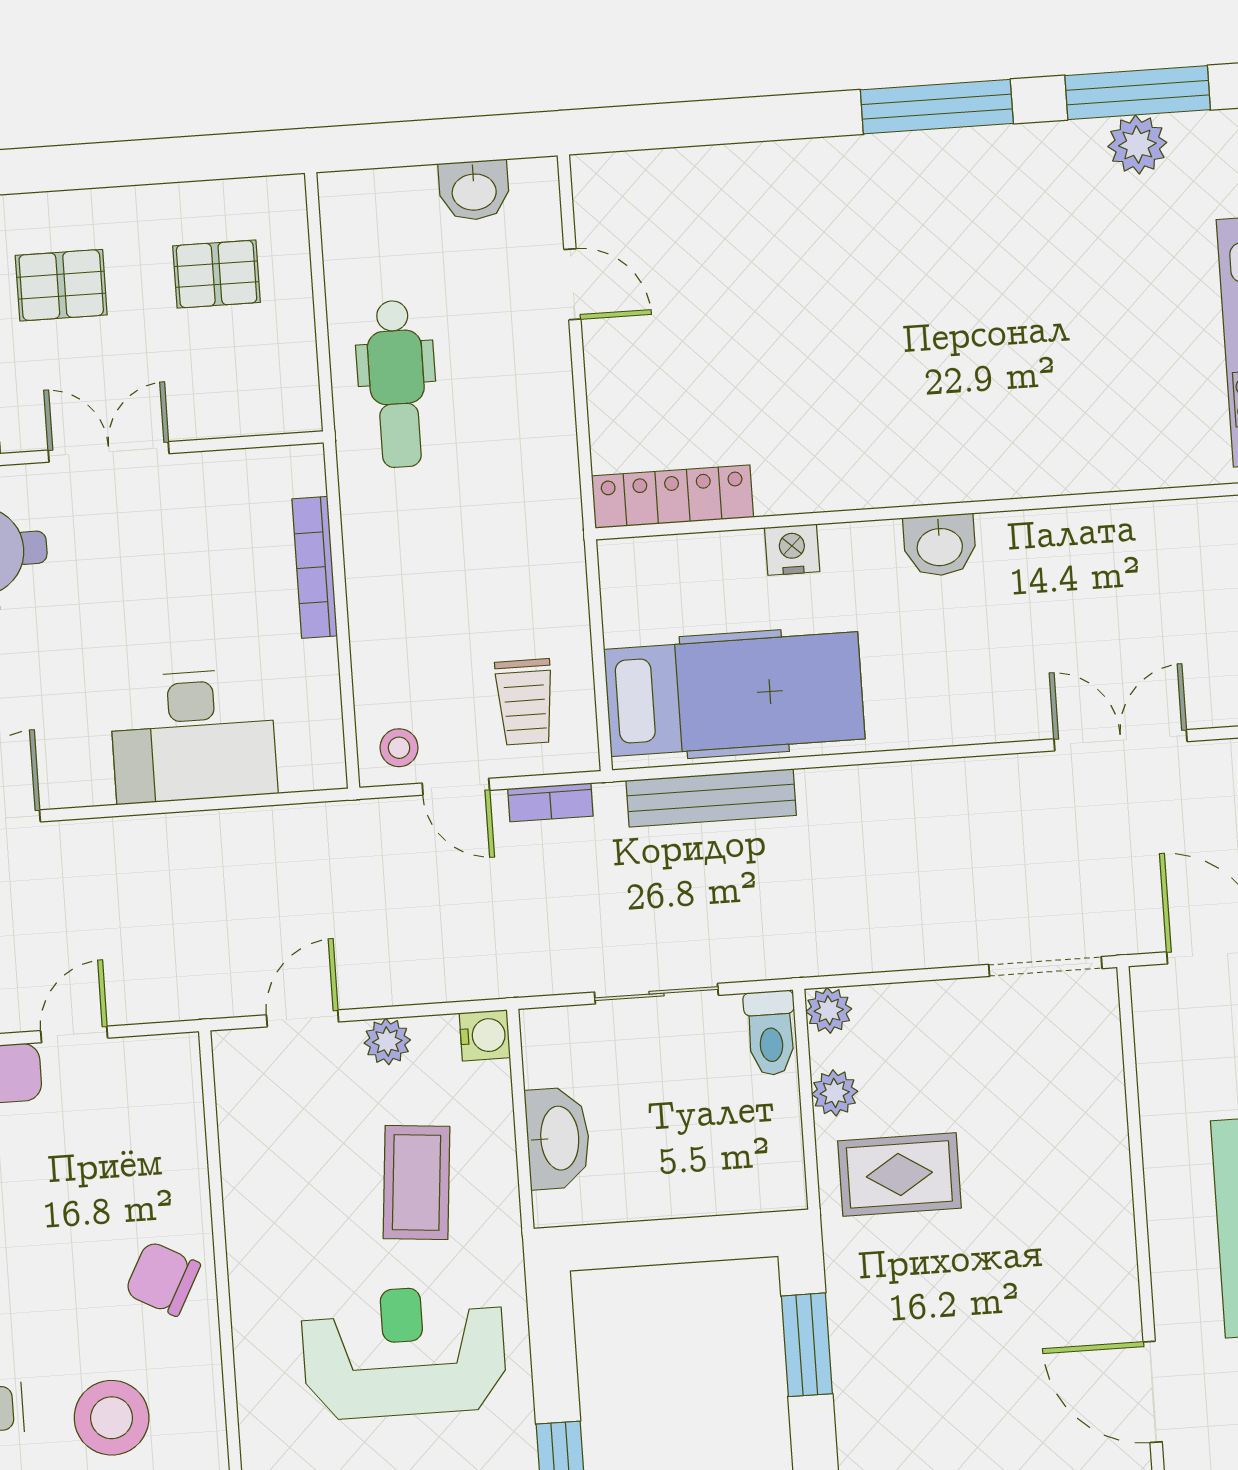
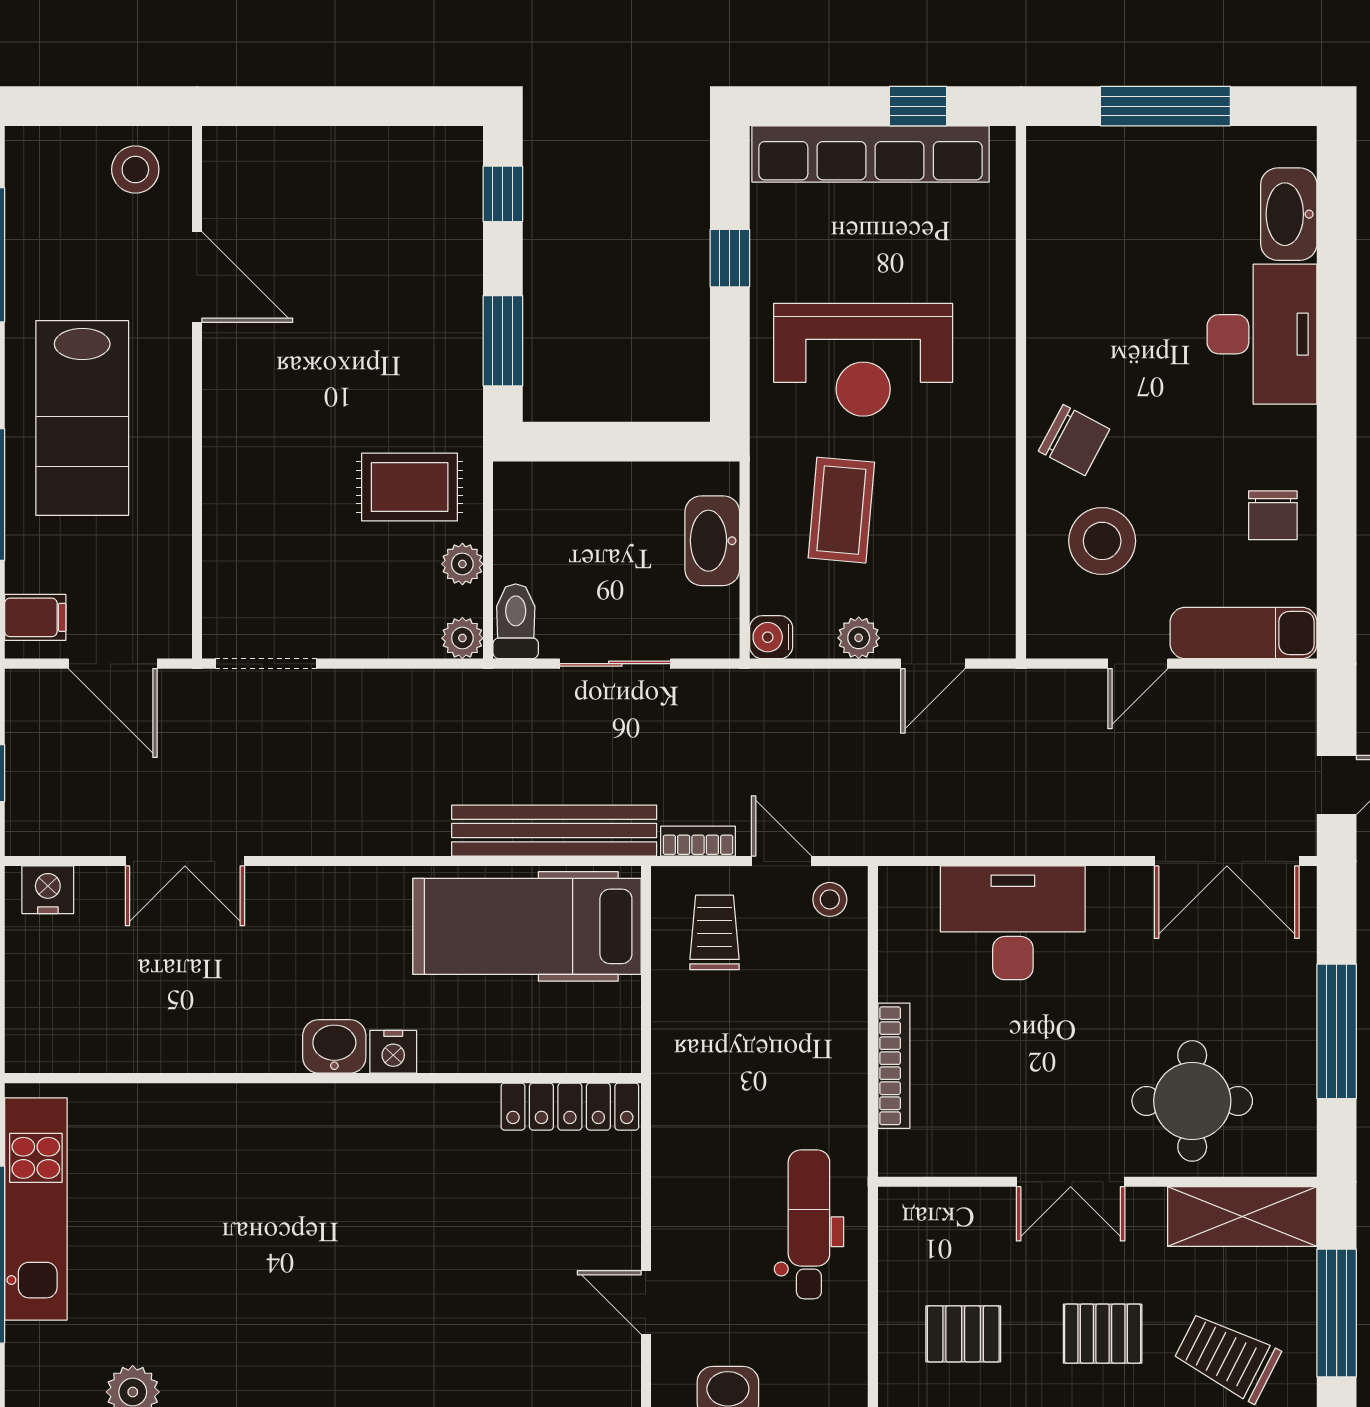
nightstand: (792, 550) -> (393, 1052), moved
bench: (711, 798) -> (554, 831), width x1.37, depth x1.21
stool: (112, 1418) -> (1102, 541), moved

